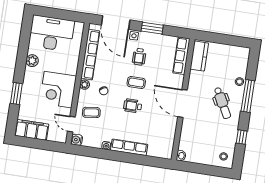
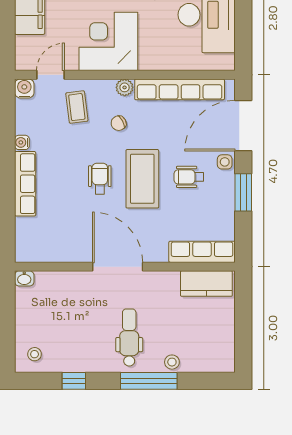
coffee table: (136, 82) -> (142, 179), width x1.86, depth x1.72
door: (182, 103) -> (118, 267), hinge flipped
dental chair: (222, 103) -> (129, 337), turned 118

